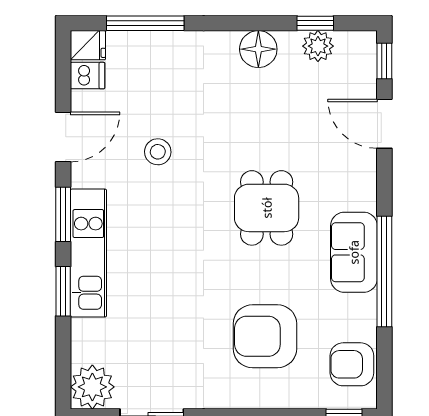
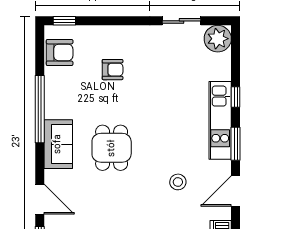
sofa: (354, 252) -> (58, 144), moved
window: (63, 291) -> (236, 97), width x0.67
armchair: (265, 336) -> (113, 70), width x0.53, depth x0.53

